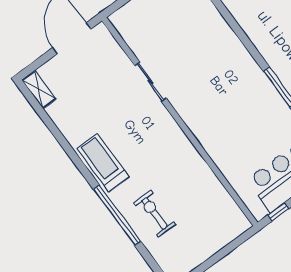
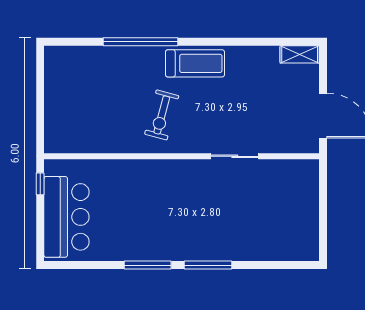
window: (246, 42) -> (208, 265), added
exercise bike: (155, 213) -> (162, 115), moved, turned 105

